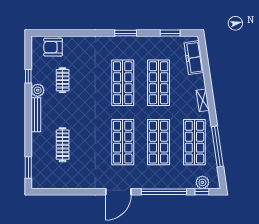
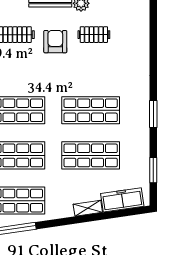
armchair: (53, 47) -> (55, 42), moved
shelving: (203, 100) -> (88, 208), moved

